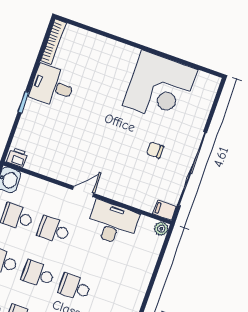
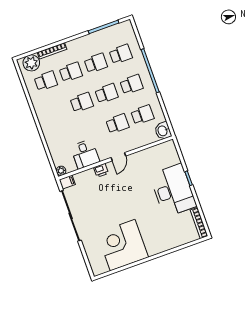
desk: (52, 86) -> (173, 190), width x1.87, depth x1.30
chair: (155, 150) -> (98, 210), removed
printer: (17, 157) -> (101, 170), moved
desk: (113, 223) -> (85, 154), width x0.73

